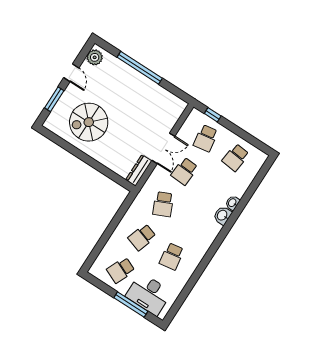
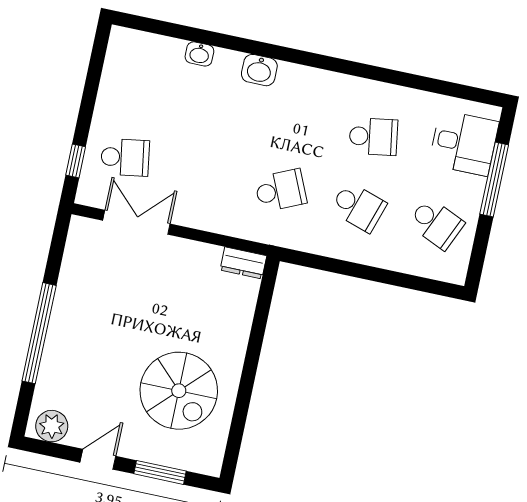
double door: (163, 148) -> (136, 222), moved
school desk: (236, 157) -> (140, 87), removed
dresser: (139, 170) -> (243, 263), width x0.70
school desk: (184, 171) -> (203, 174), removed
washbasin: (232, 203) -> (199, 54), moved
desk: (149, 294) -> (464, 143), width x0.73

